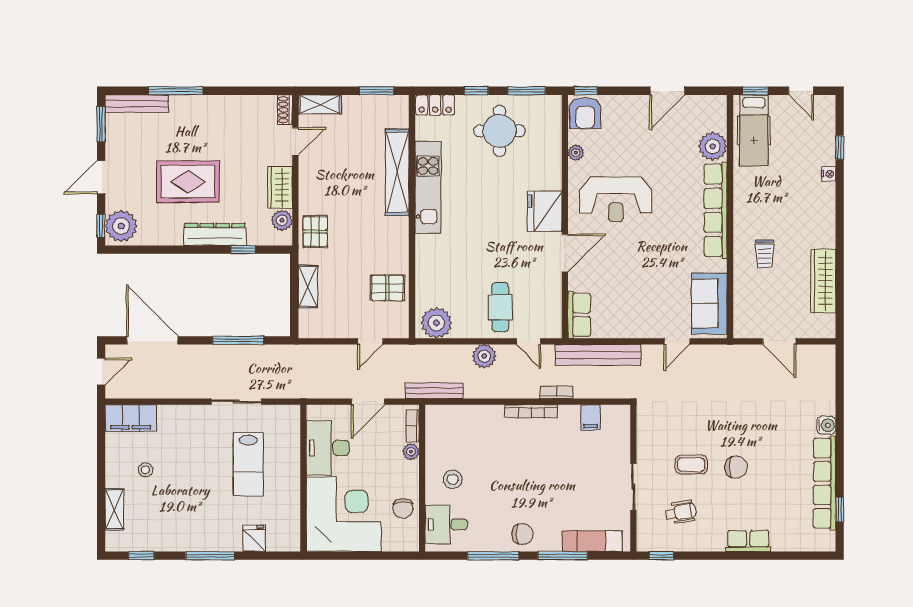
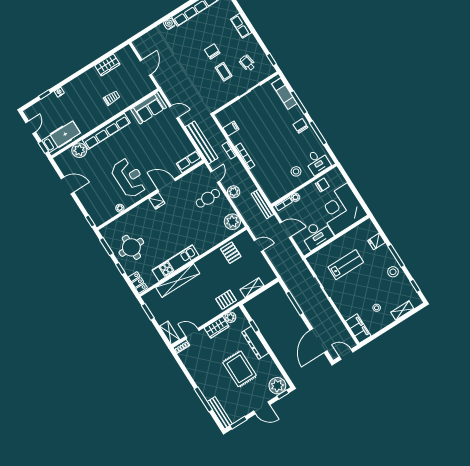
armchair: (585, 113) -> (100, 215), removed
fridge: (545, 211) -> (157, 201), width x0.53, depth x0.75
wardrobe: (823, 281) -> (107, 65), width x0.67
stool: (187, 534) -> (393, 272), added

